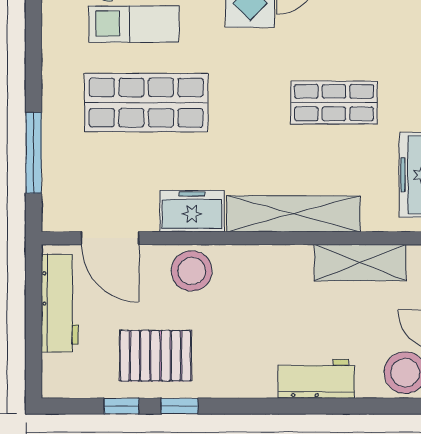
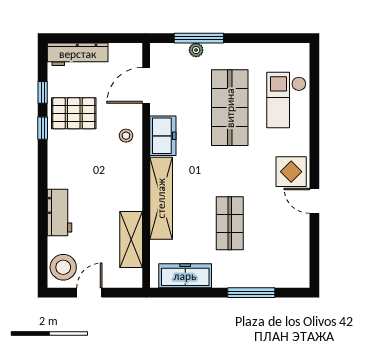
plant: (53, 157) -> (196, 50), added
stool: (192, 271) -> (126, 136), width x0.53, depth x0.53
workbench: (60, 303) -> (78, 54), moved
pallet: (155, 356) -> (74, 113), turned 90

